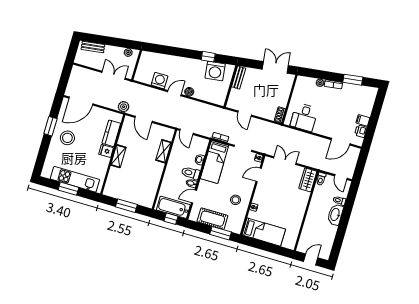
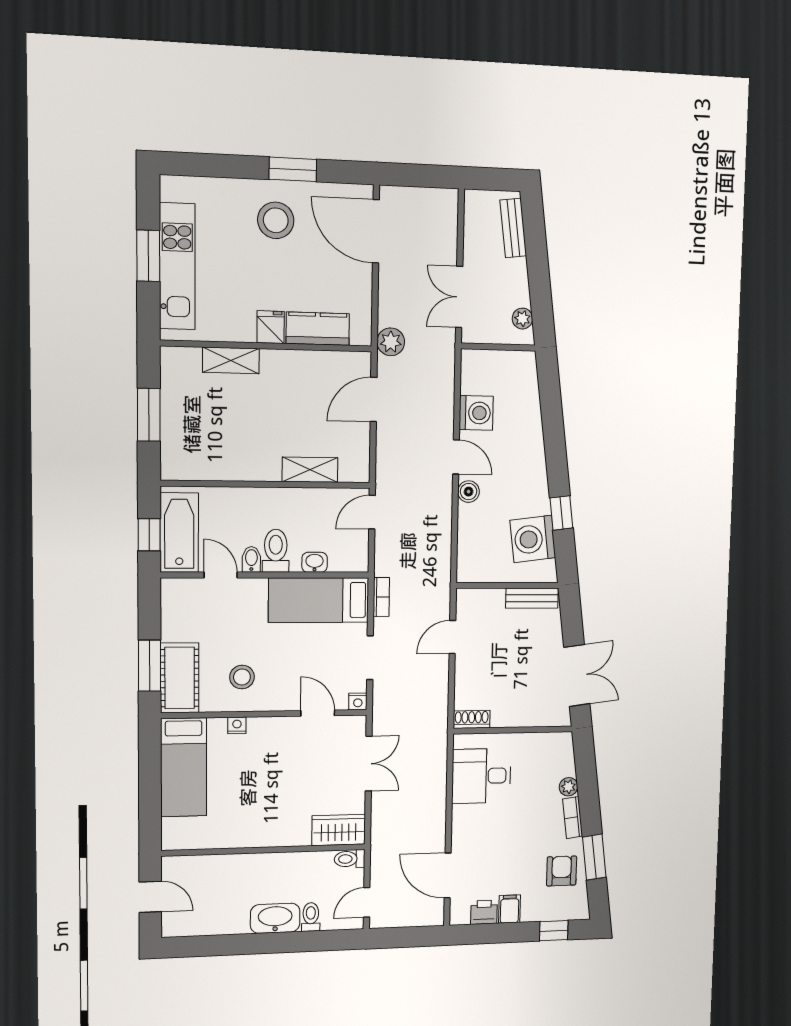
double door: (114, 75) -> (459, 297), swing flipped
armchair: (354, 95) -> (562, 871), added
window: (378, 105) -> (554, 931), added
shelving: (118, 156) -> (231, 360), moved
cot: (212, 219) -> (180, 678), moved

